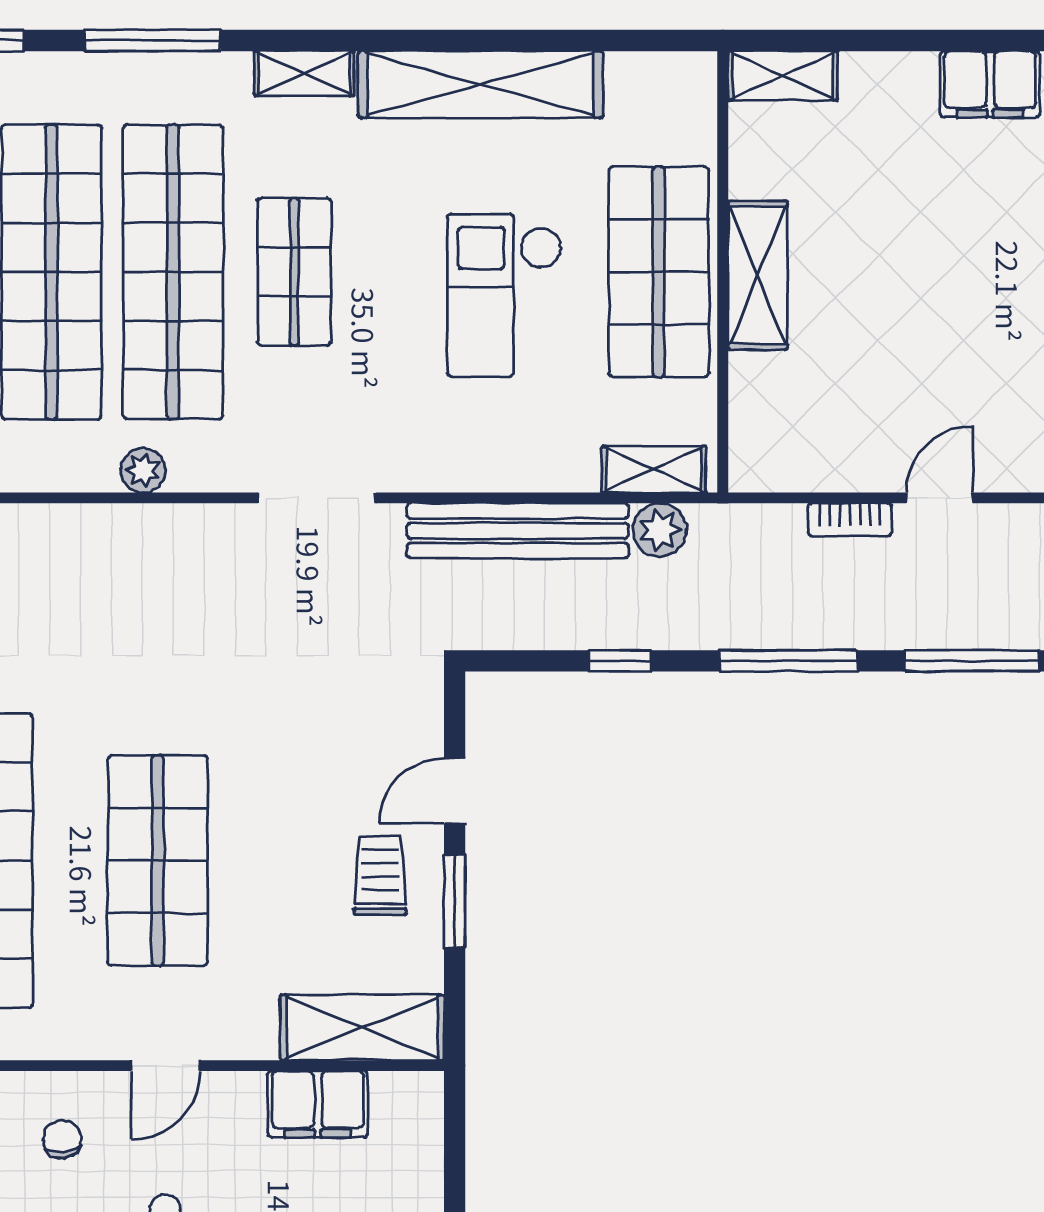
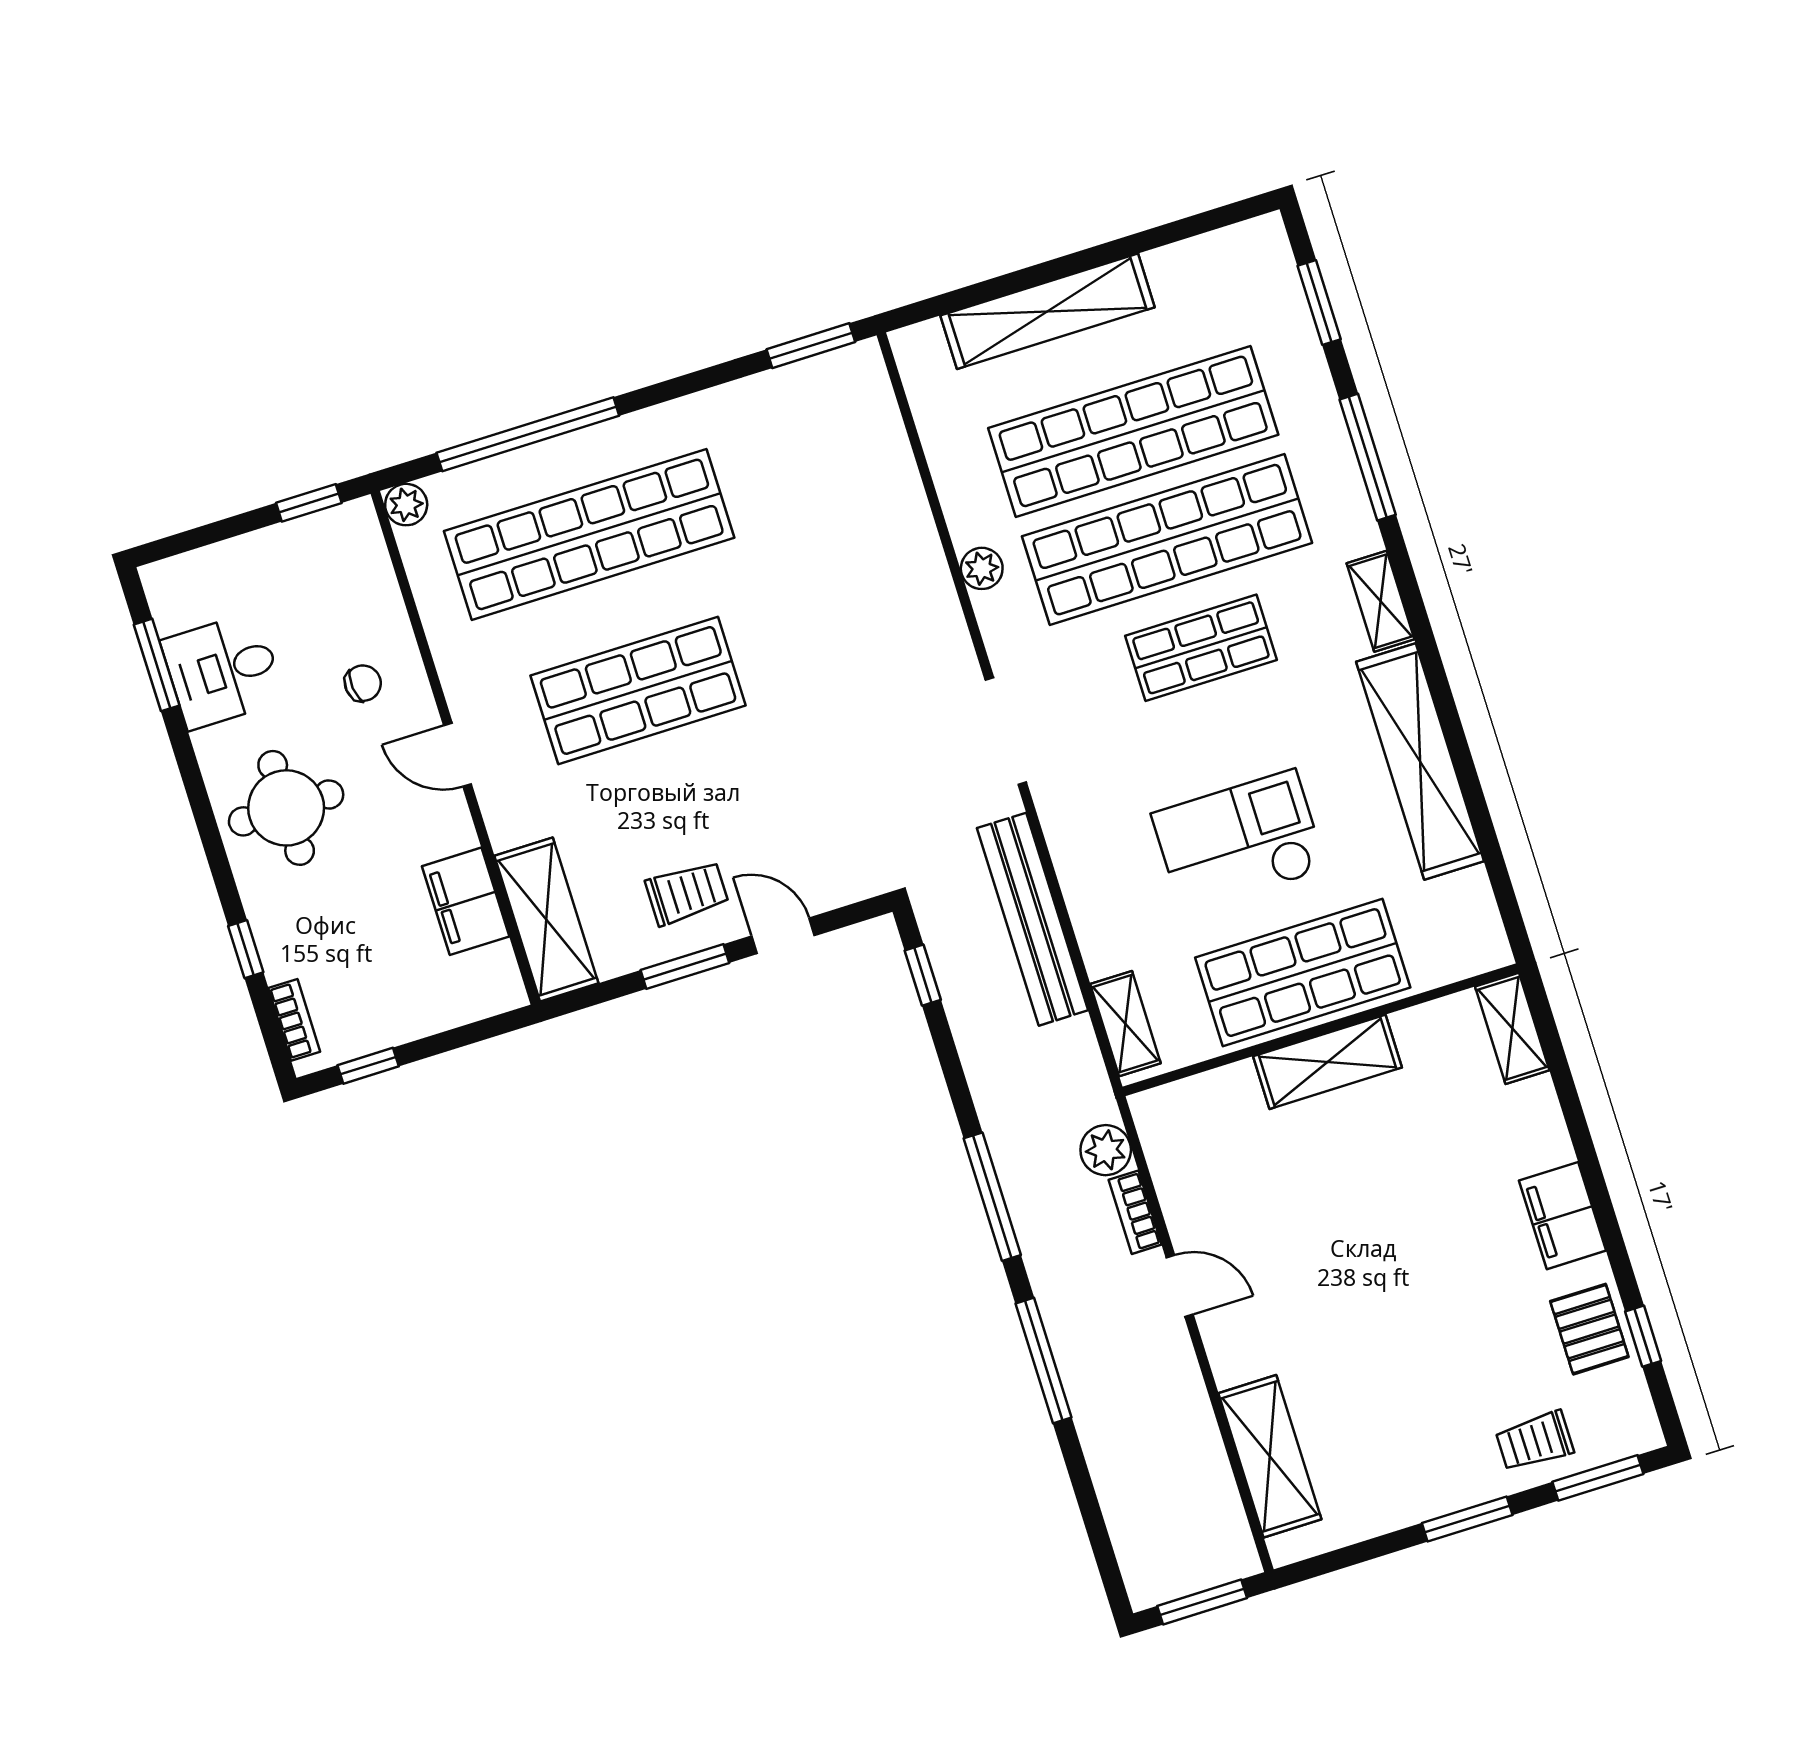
plant: (660, 530) -> (1106, 1150), moved
window: (620, 661) -> (923, 975), moved

